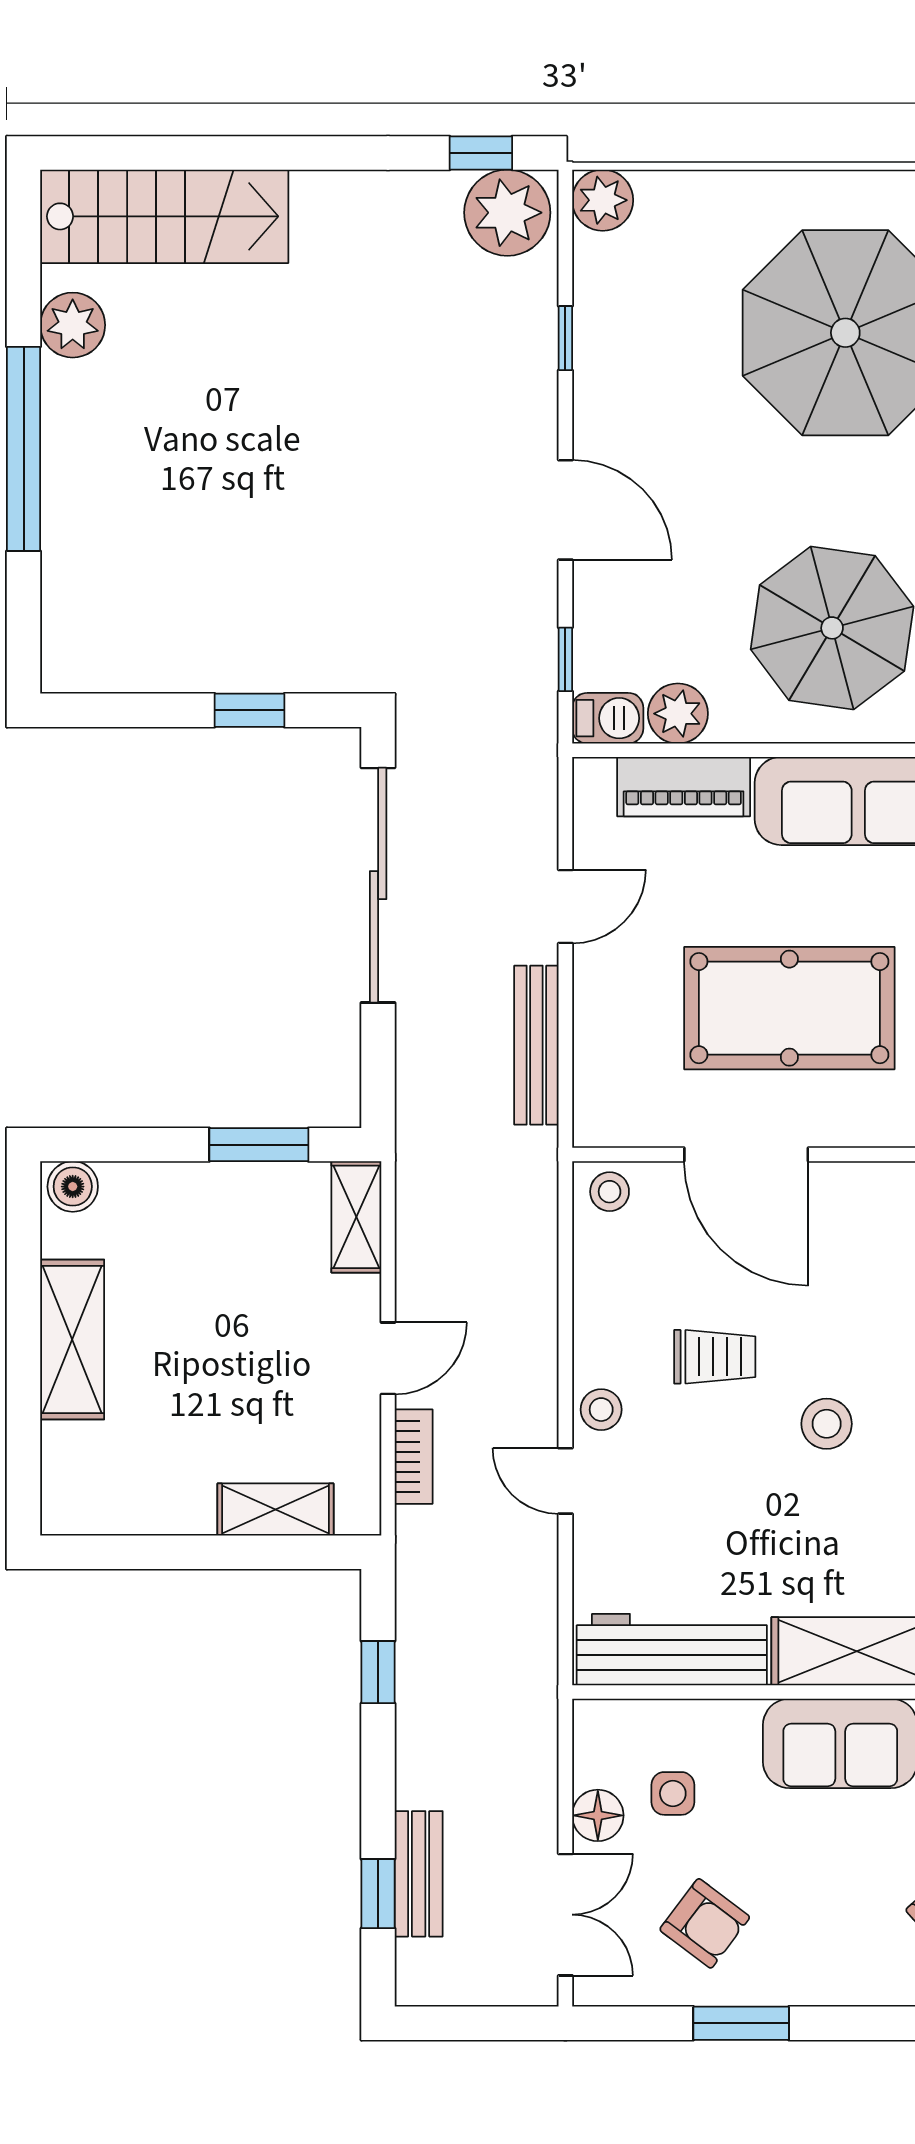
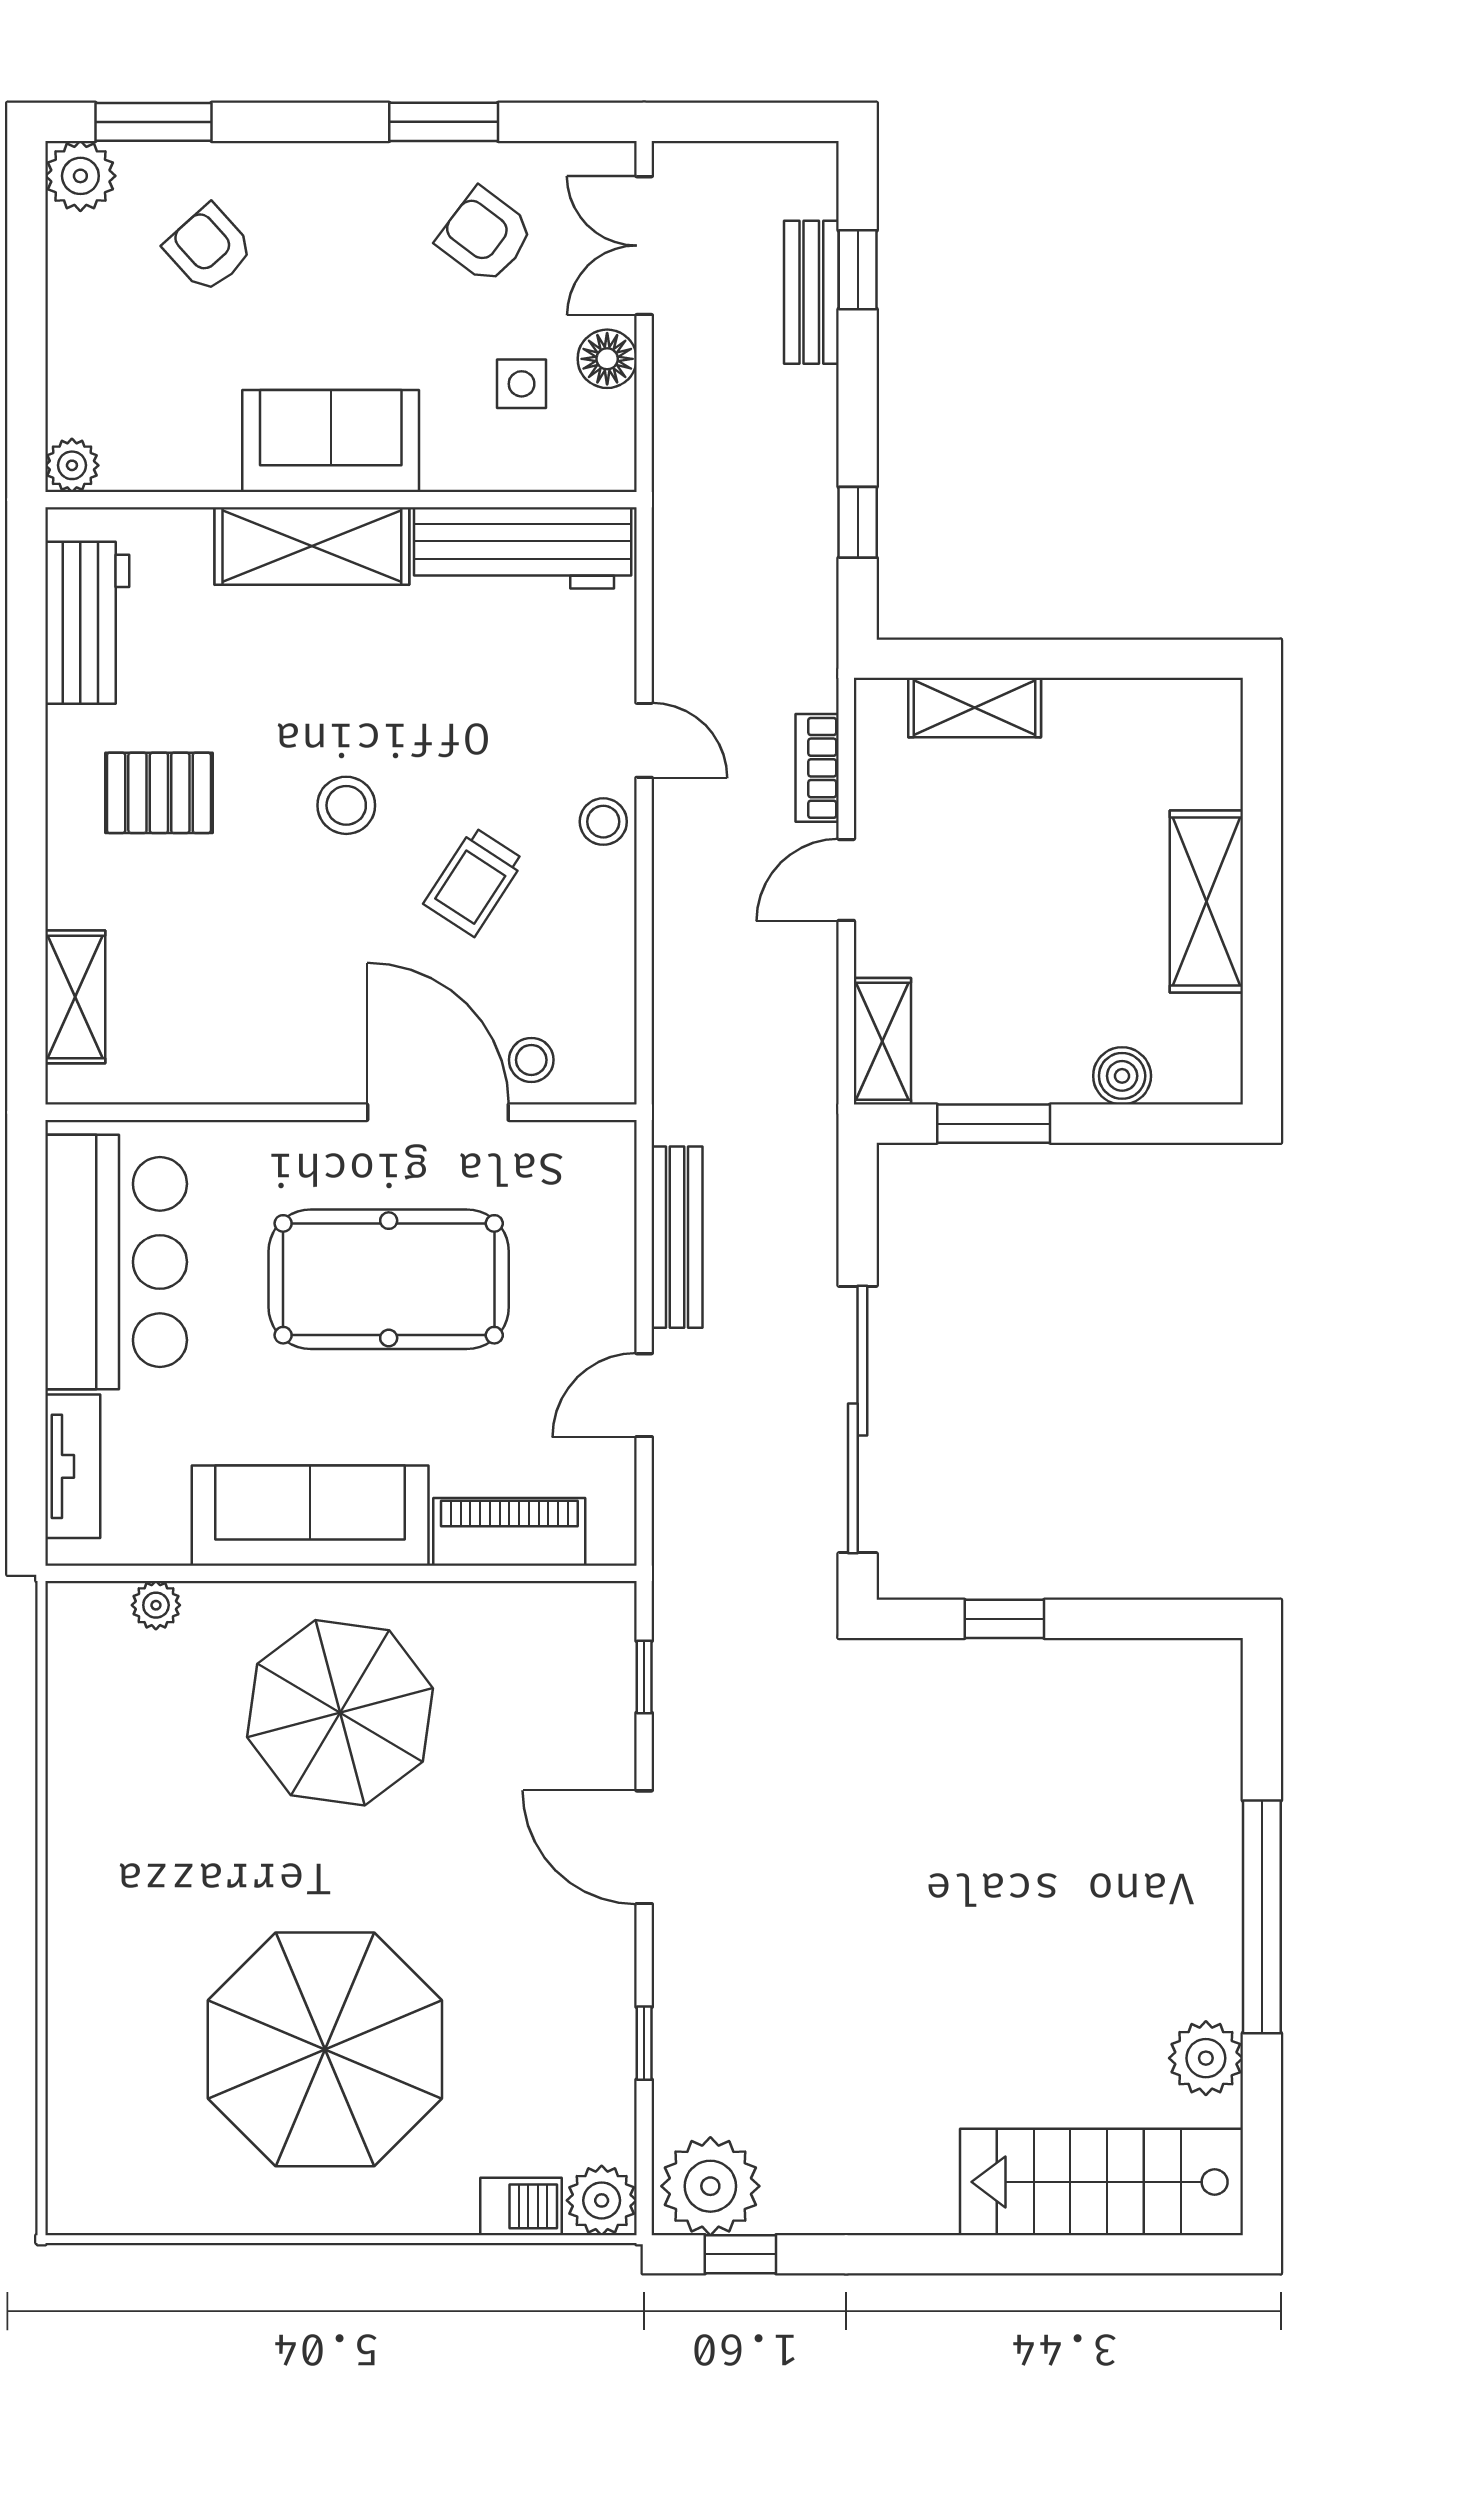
plant: (678, 714) -> (516, 1615), removed
barbecue: (608, 718) -> (521, 2206), moved, turned 180
boiler: (73, 1187) -> (1122, 1076), moved
stool: (610, 1192) -> (531, 1060), moved
trolley: (715, 1357) -> (474, 882), turned -57

